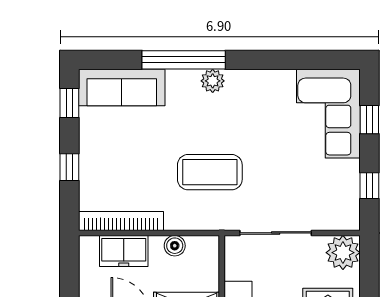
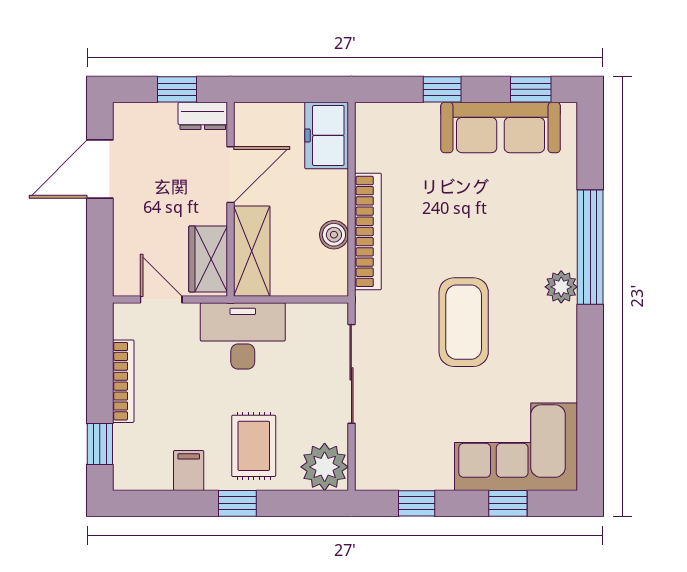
sofa: (122, 87) -> (501, 127), moved, turned -90
coffee table: (210, 172) -> (464, 322), moved
bookcase: (121, 221) -> (368, 231), moved
freezer: (124, 251) -> (327, 135), moved

